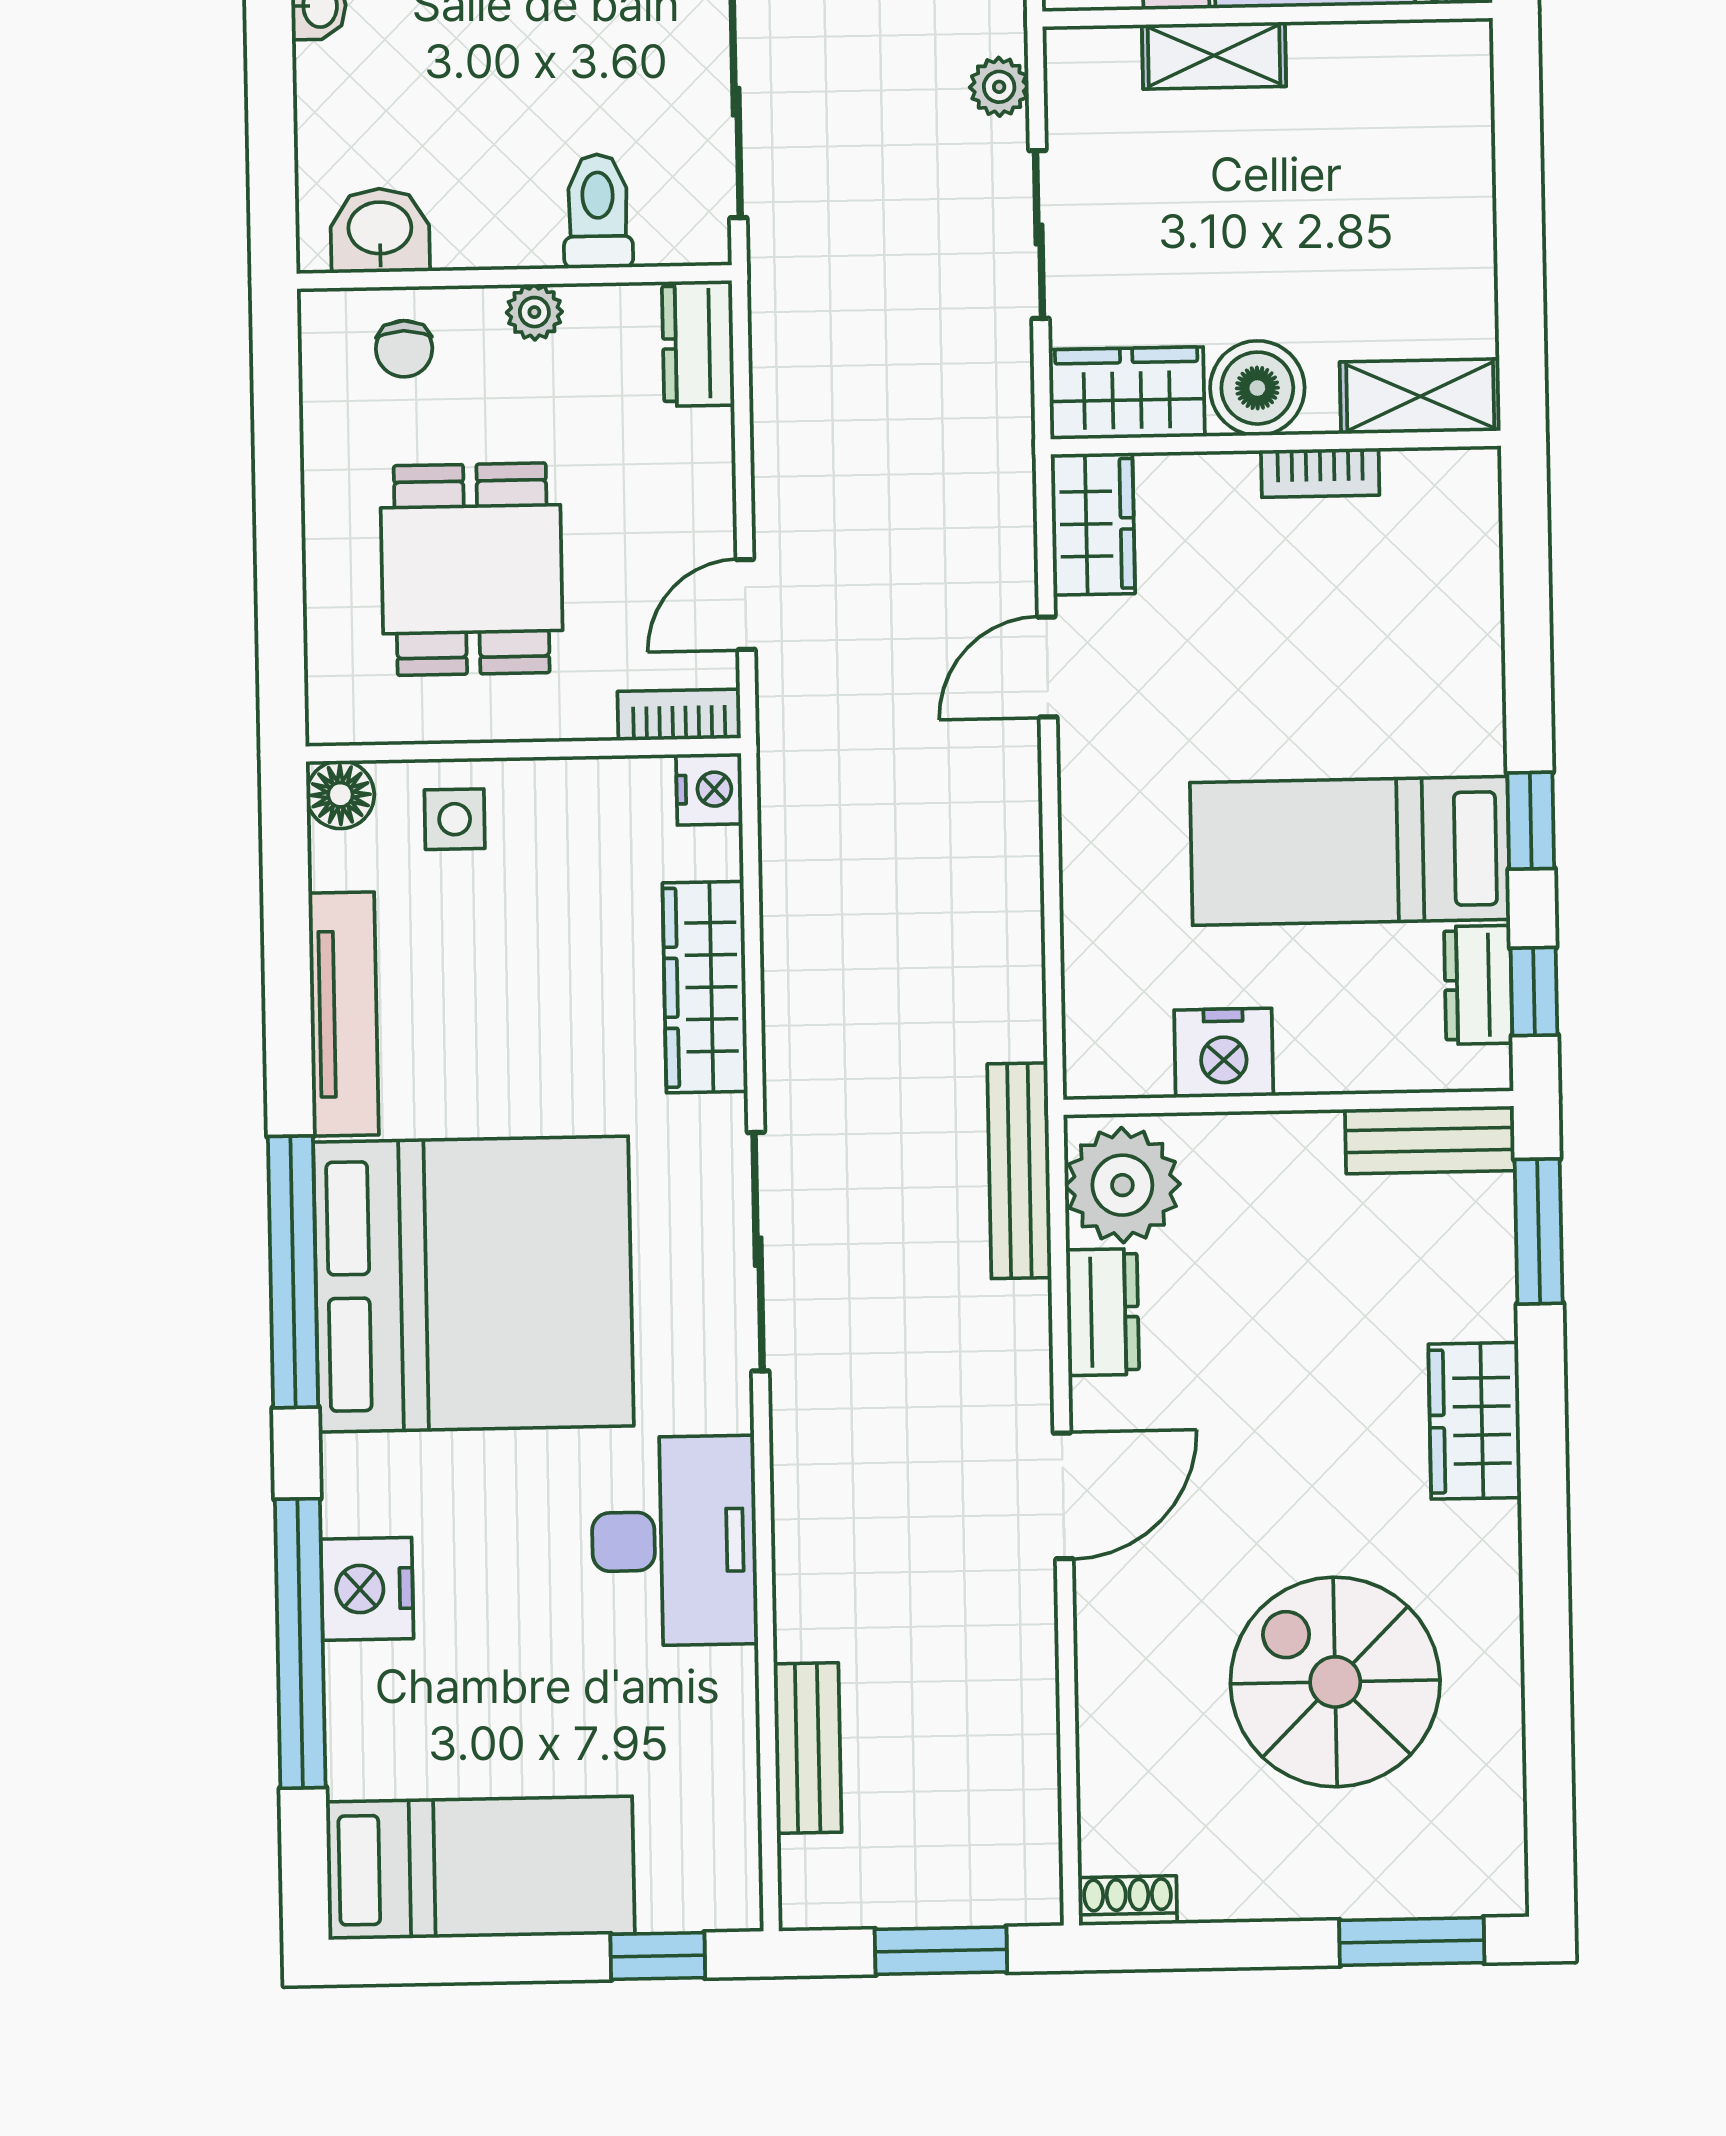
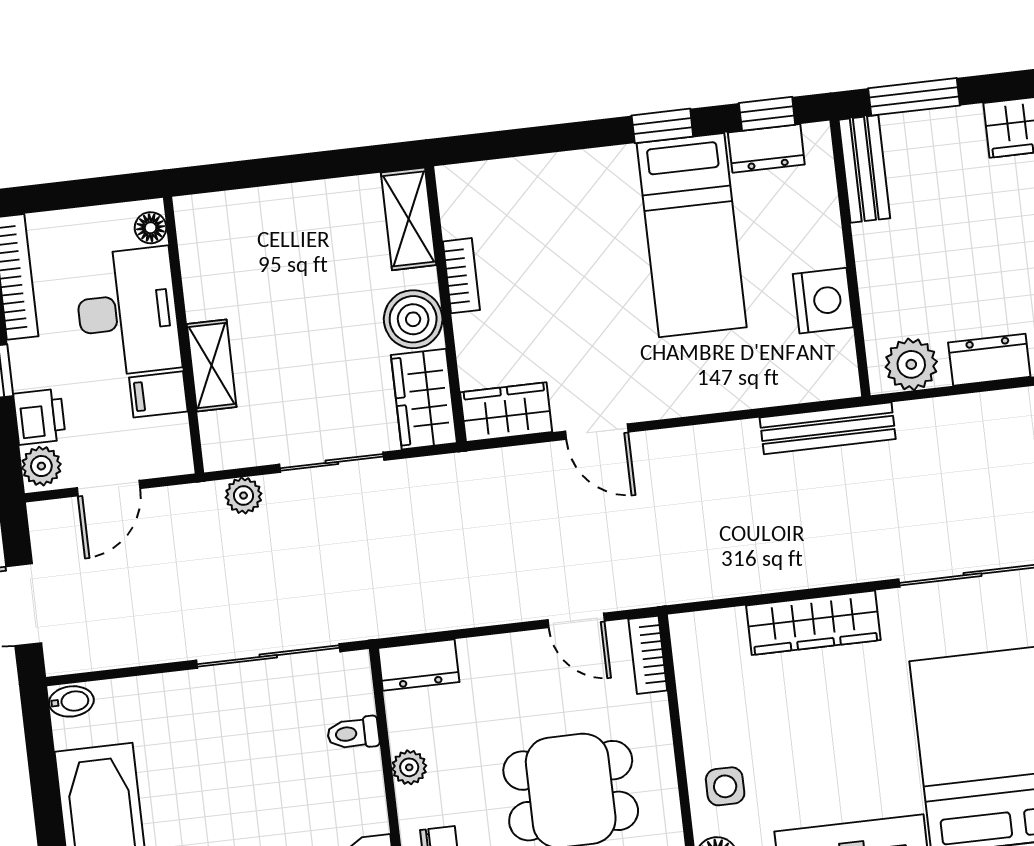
toilet: (598, 211) -> (353, 733), width x0.73, depth x0.72
nightstand: (709, 789) -> (692, 632), removed
bench: (1019, 1171) -> (828, 428), moved
plant: (1122, 1185) -> (911, 364), width x0.73, depth x0.73

